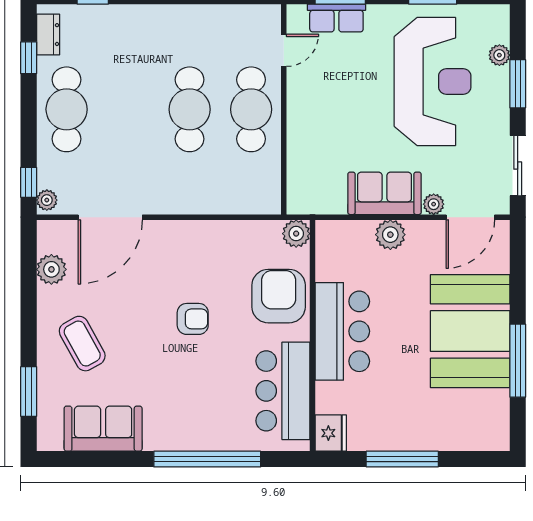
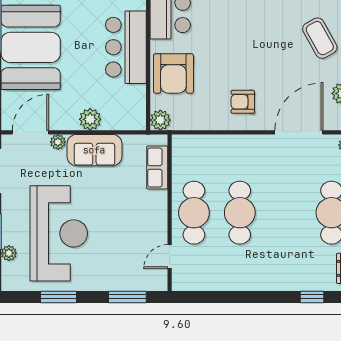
row of seats: (336, 18) -> (157, 168), moved, turned -90
reception desk: (432, 81) -> (59, 233), turned 180
armchair: (193, 319) -> (243, 102), moved

